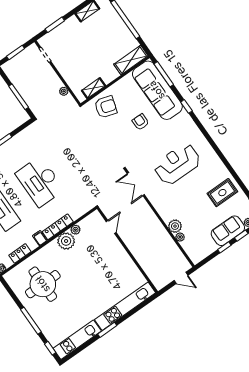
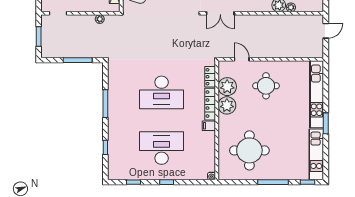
plant: (75, 230) -> (227, 87), width x1.88, depth x1.88
locker: (20, 253) -> (210, 77), moved
round table: (104, 261) -> (266, 86), added

